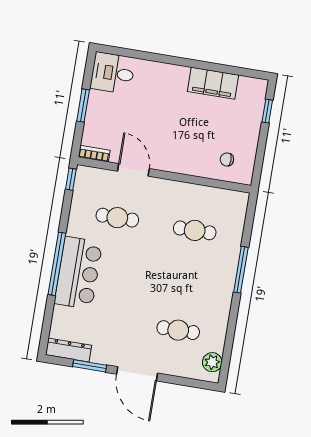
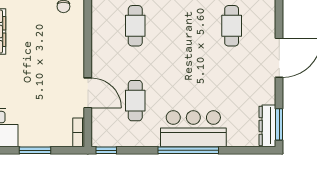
door: (133, 170) -> (88, 93), swing flipped
window: (90, 366) -> (279, 124), moved

